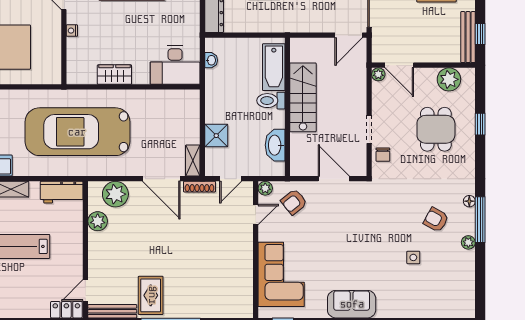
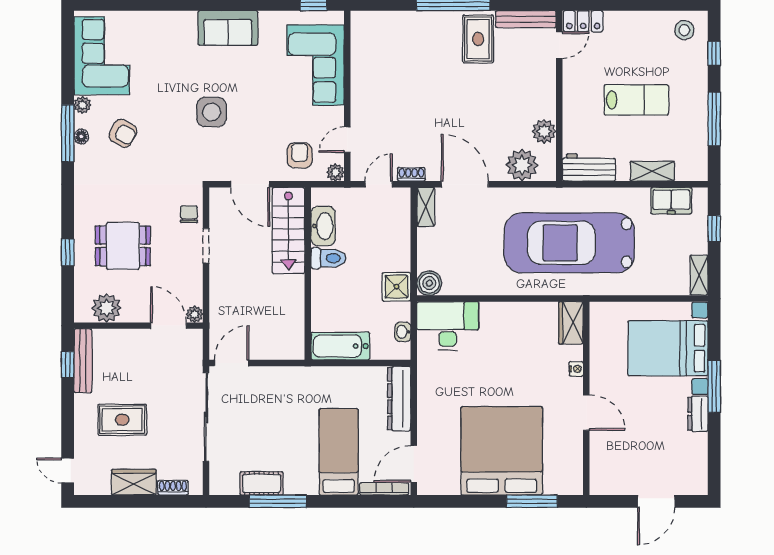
bathtub: (274, 67) -> (340, 346), moved, turned -90
wardrobe: (114, 75) -> (571, 323), moved, turned 90
stairs: (303, 97) -> (288, 230), moved
boiler: (190, 99) -> (429, 283), added
toilet: (271, 101) -> (328, 258), moved
dining table: (436, 129) -> (123, 246), turned 90
car: (77, 132) -> (569, 243), turned 180
shower: (216, 136) -> (396, 287), moved
shoe rack: (199, 187) -> (411, 174), width x0.70
floor lamp: (469, 201) -> (81, 137), moved
armchair: (294, 202) -> (300, 155), turned -51
side table: (413, 257) -> (212, 112), moved, width x1.87, depth x1.87
corner sofa: (453, 282) -> (102, 56), added

